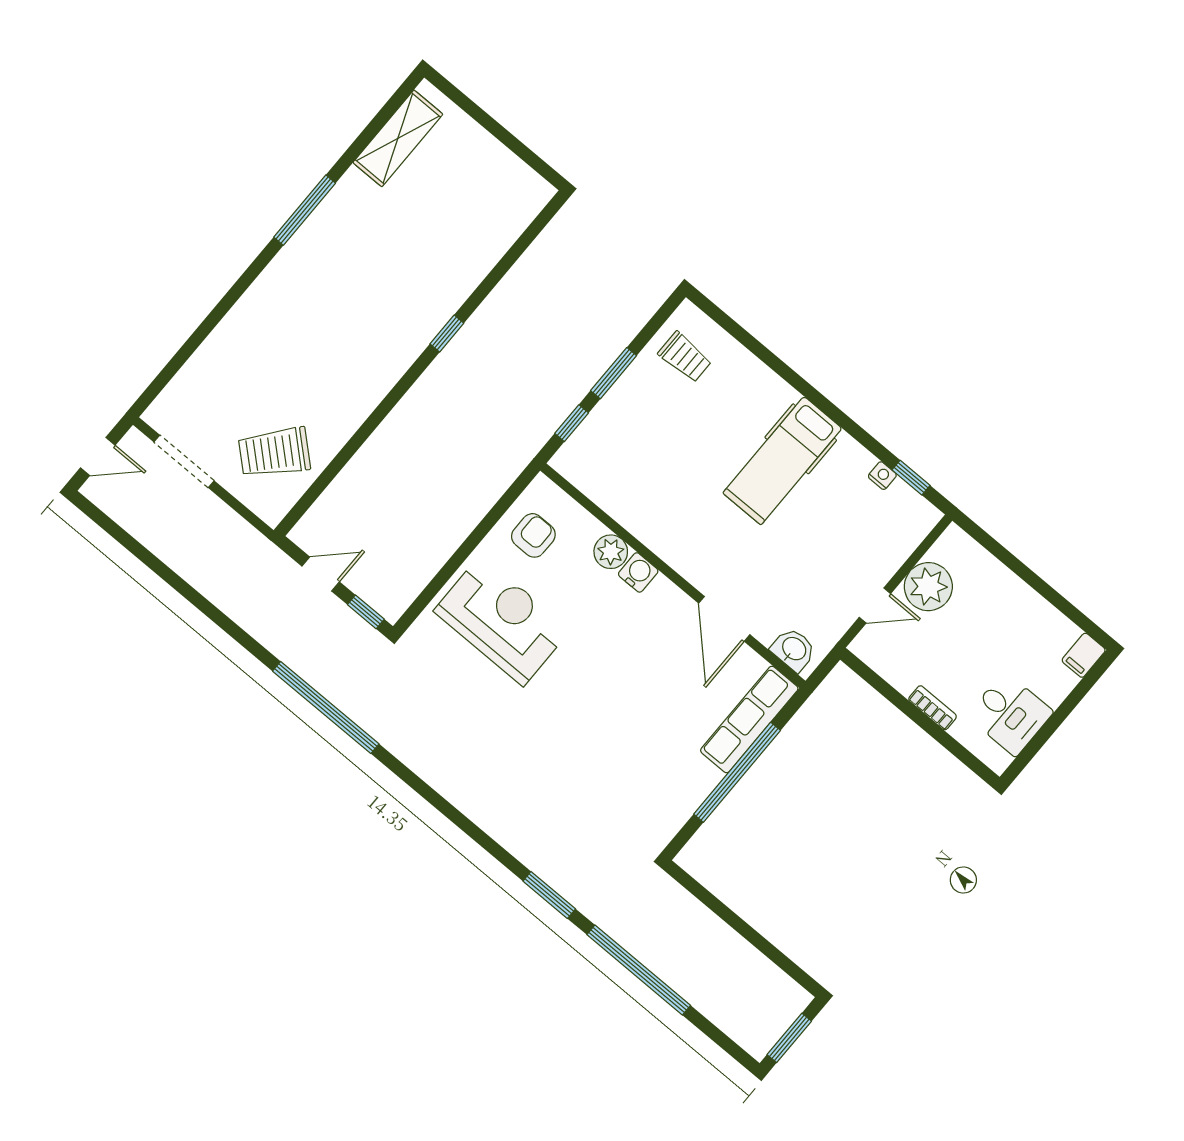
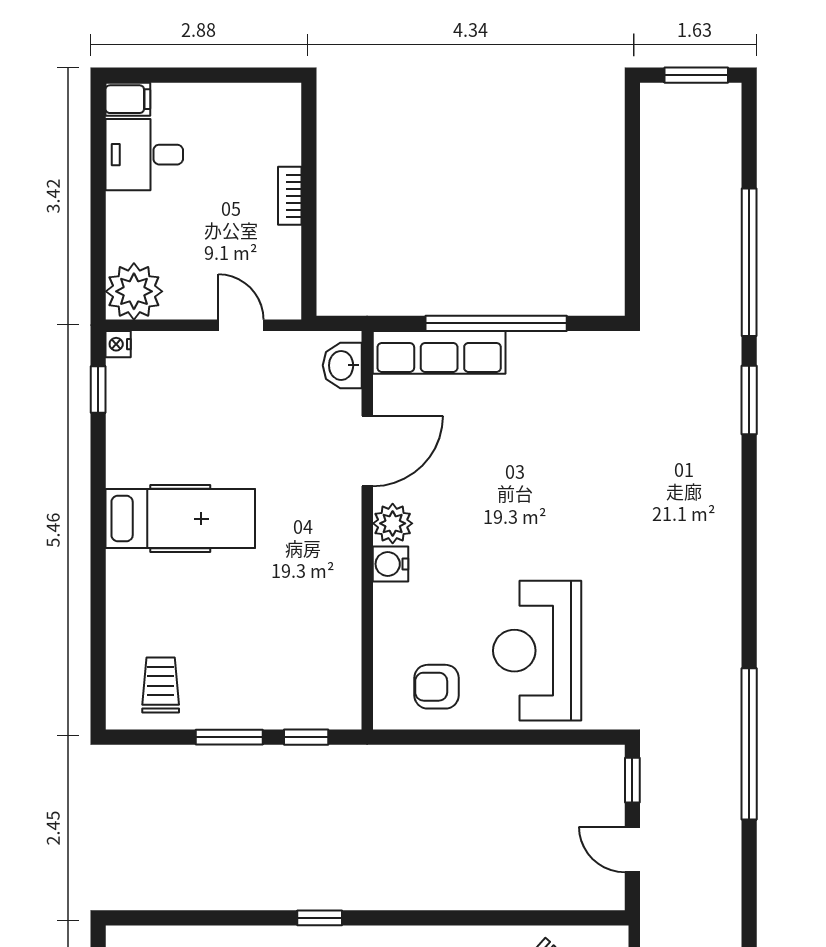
nightstand: (882, 476) -> (118, 344), moved
plant: (611, 552) -> (393, 523), moved
plant: (928, 587) -> (134, 291), moved
desk: (1010, 714) -> (144, 155), moved, turned -90

